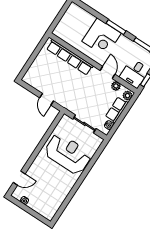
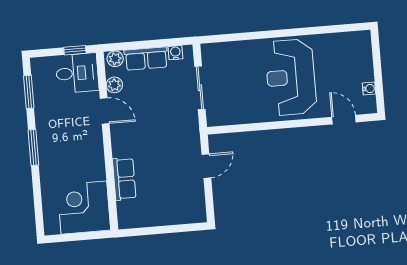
corner desk: (101, 37) -> (84, 208), moved, turned -90
row of seats: (70, 57) -> (124, 179), width x0.50
door: (108, 72) -> (105, 111), swing flipped
reception desk: (68, 154) -> (291, 77), moved

